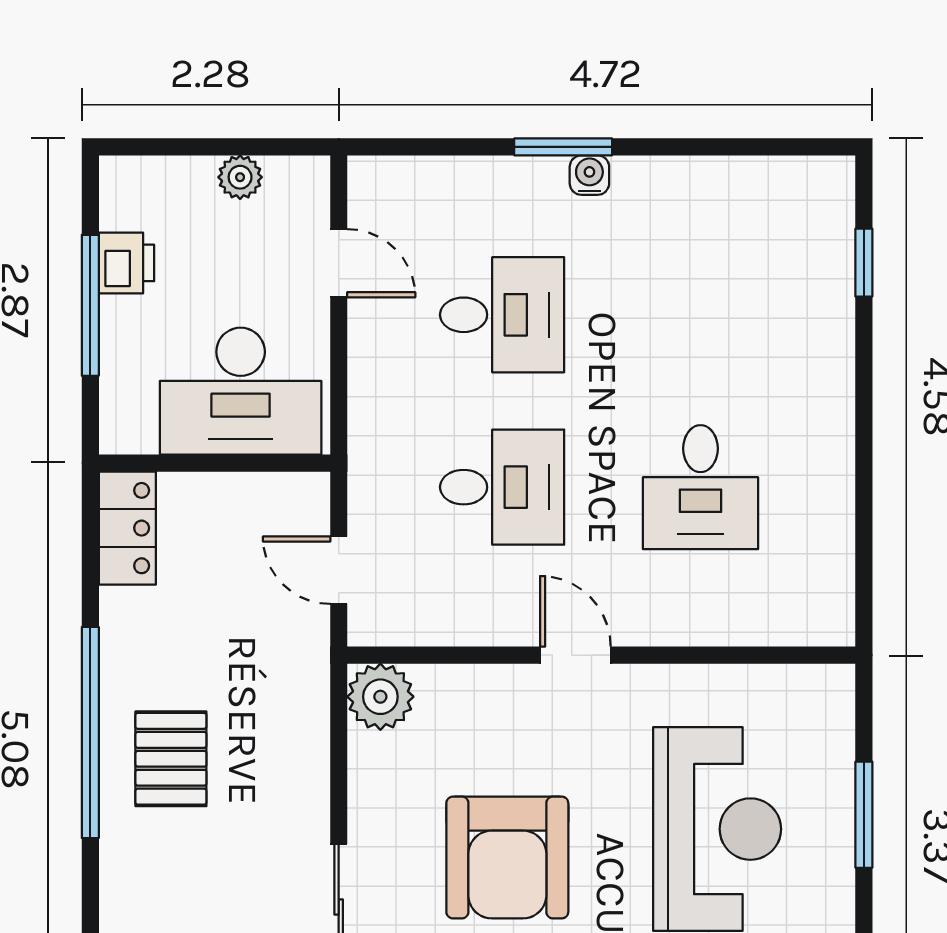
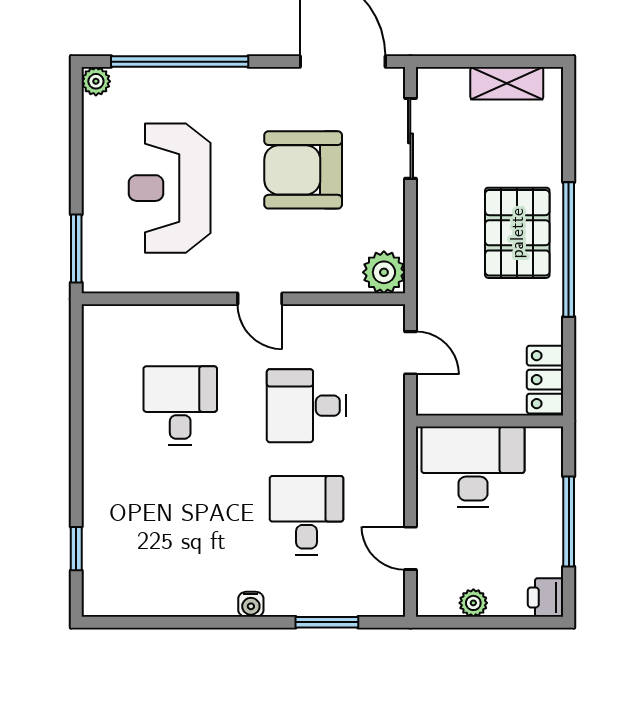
window: (563, 147) -> (327, 622), moved
printer: (126, 263) -> (546, 597), moved
desk: (502, 315) -> (306, 515), turned 90
pallet: (171, 759) -> (517, 233), width x1.50, depth x1.42
window: (864, 815) -> (76, 249), moved
armchair: (507, 858) -> (303, 170), turned -90

